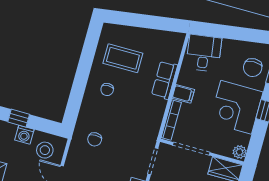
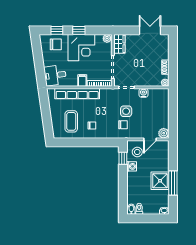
row of seats: (165, 80) -> (77, 94), width x2.02
window: (19, 118) -> (123, 158), moved
side table: (115, 150) -> (126, 111), added

